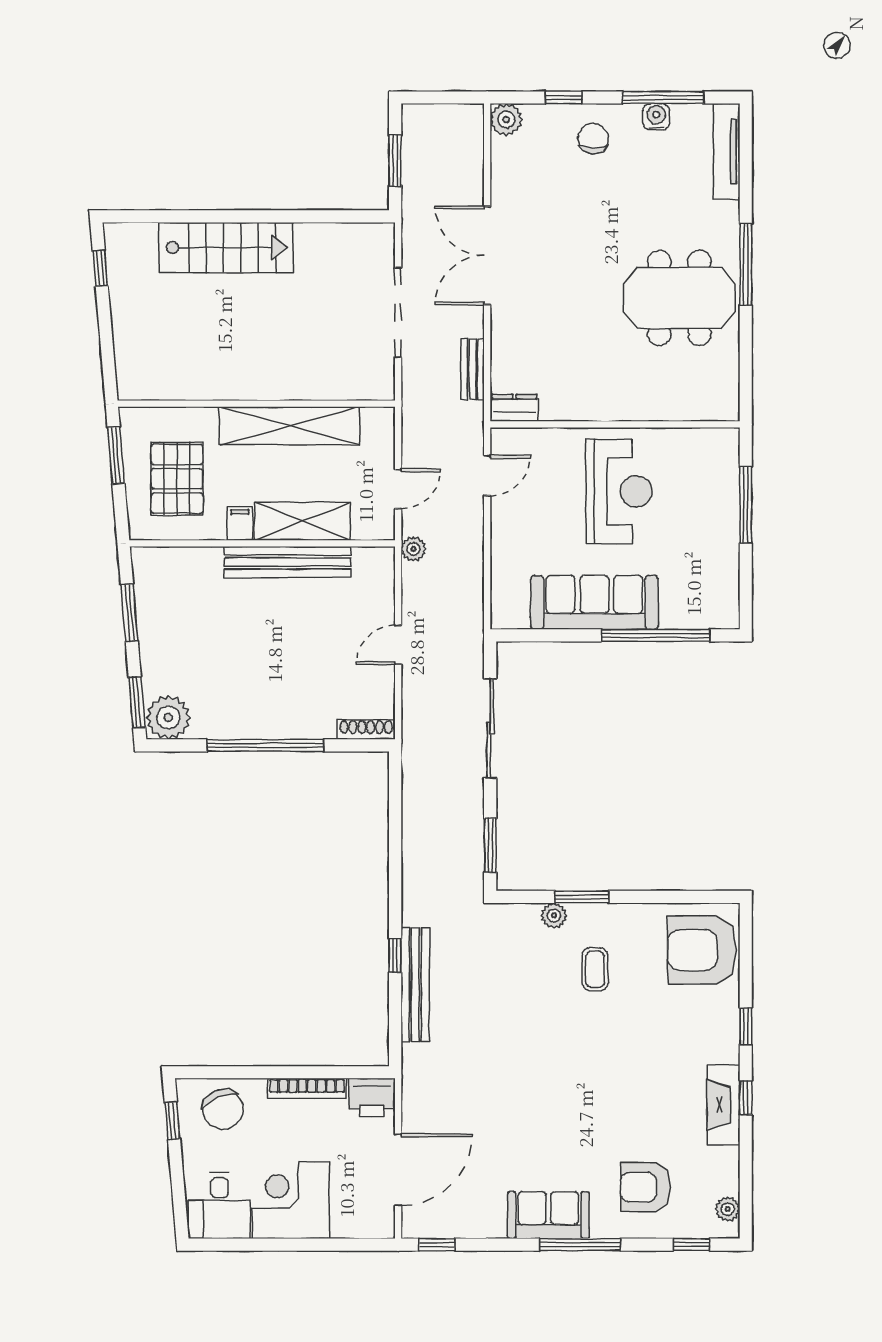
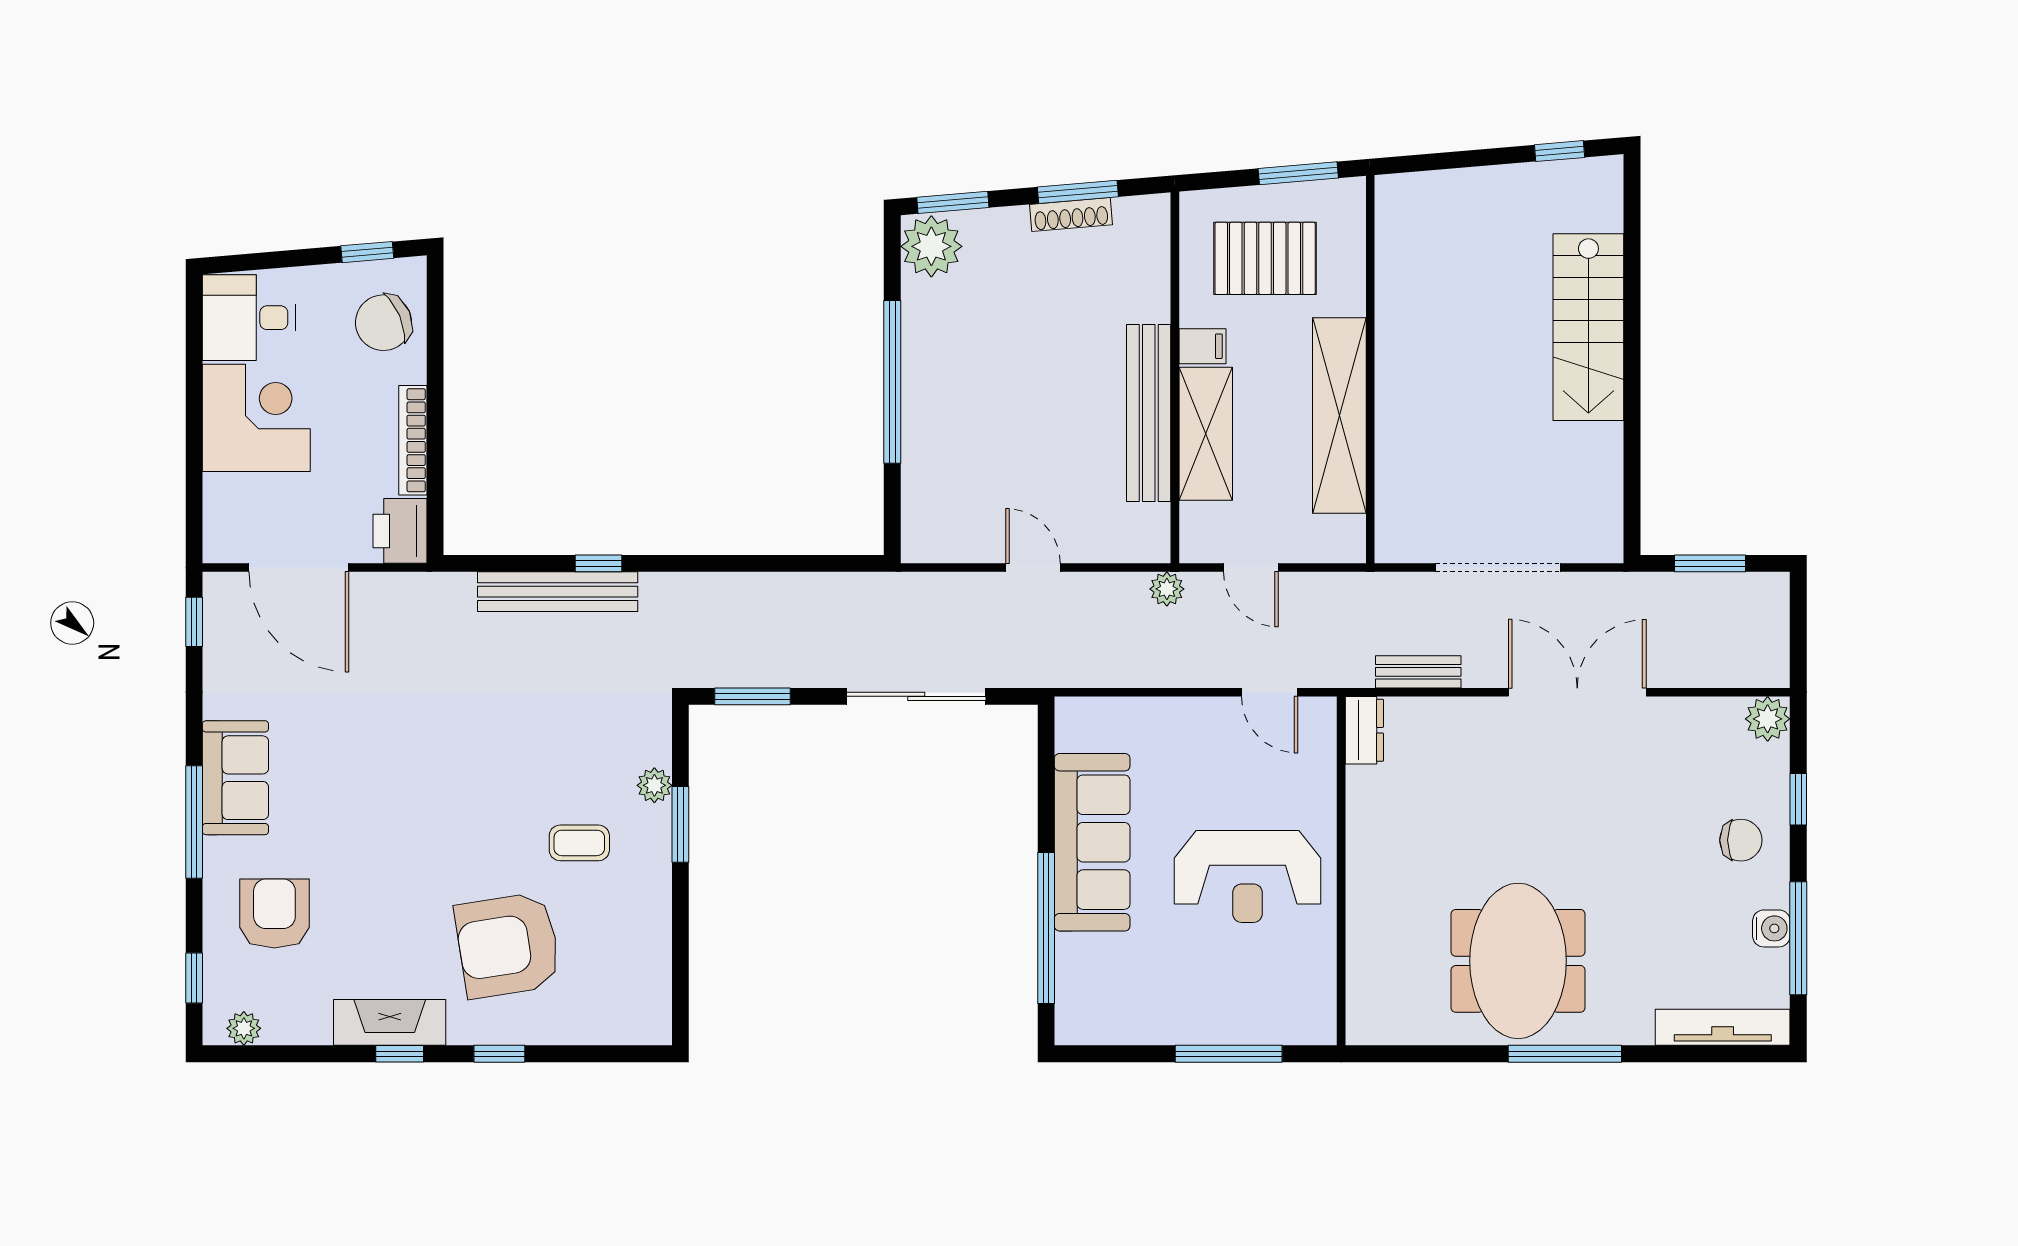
shoe rack: (366, 730) -> (1071, 215), moved, turned 85
armchair: (702, 950) -> (508, 945), moved, turned -99

